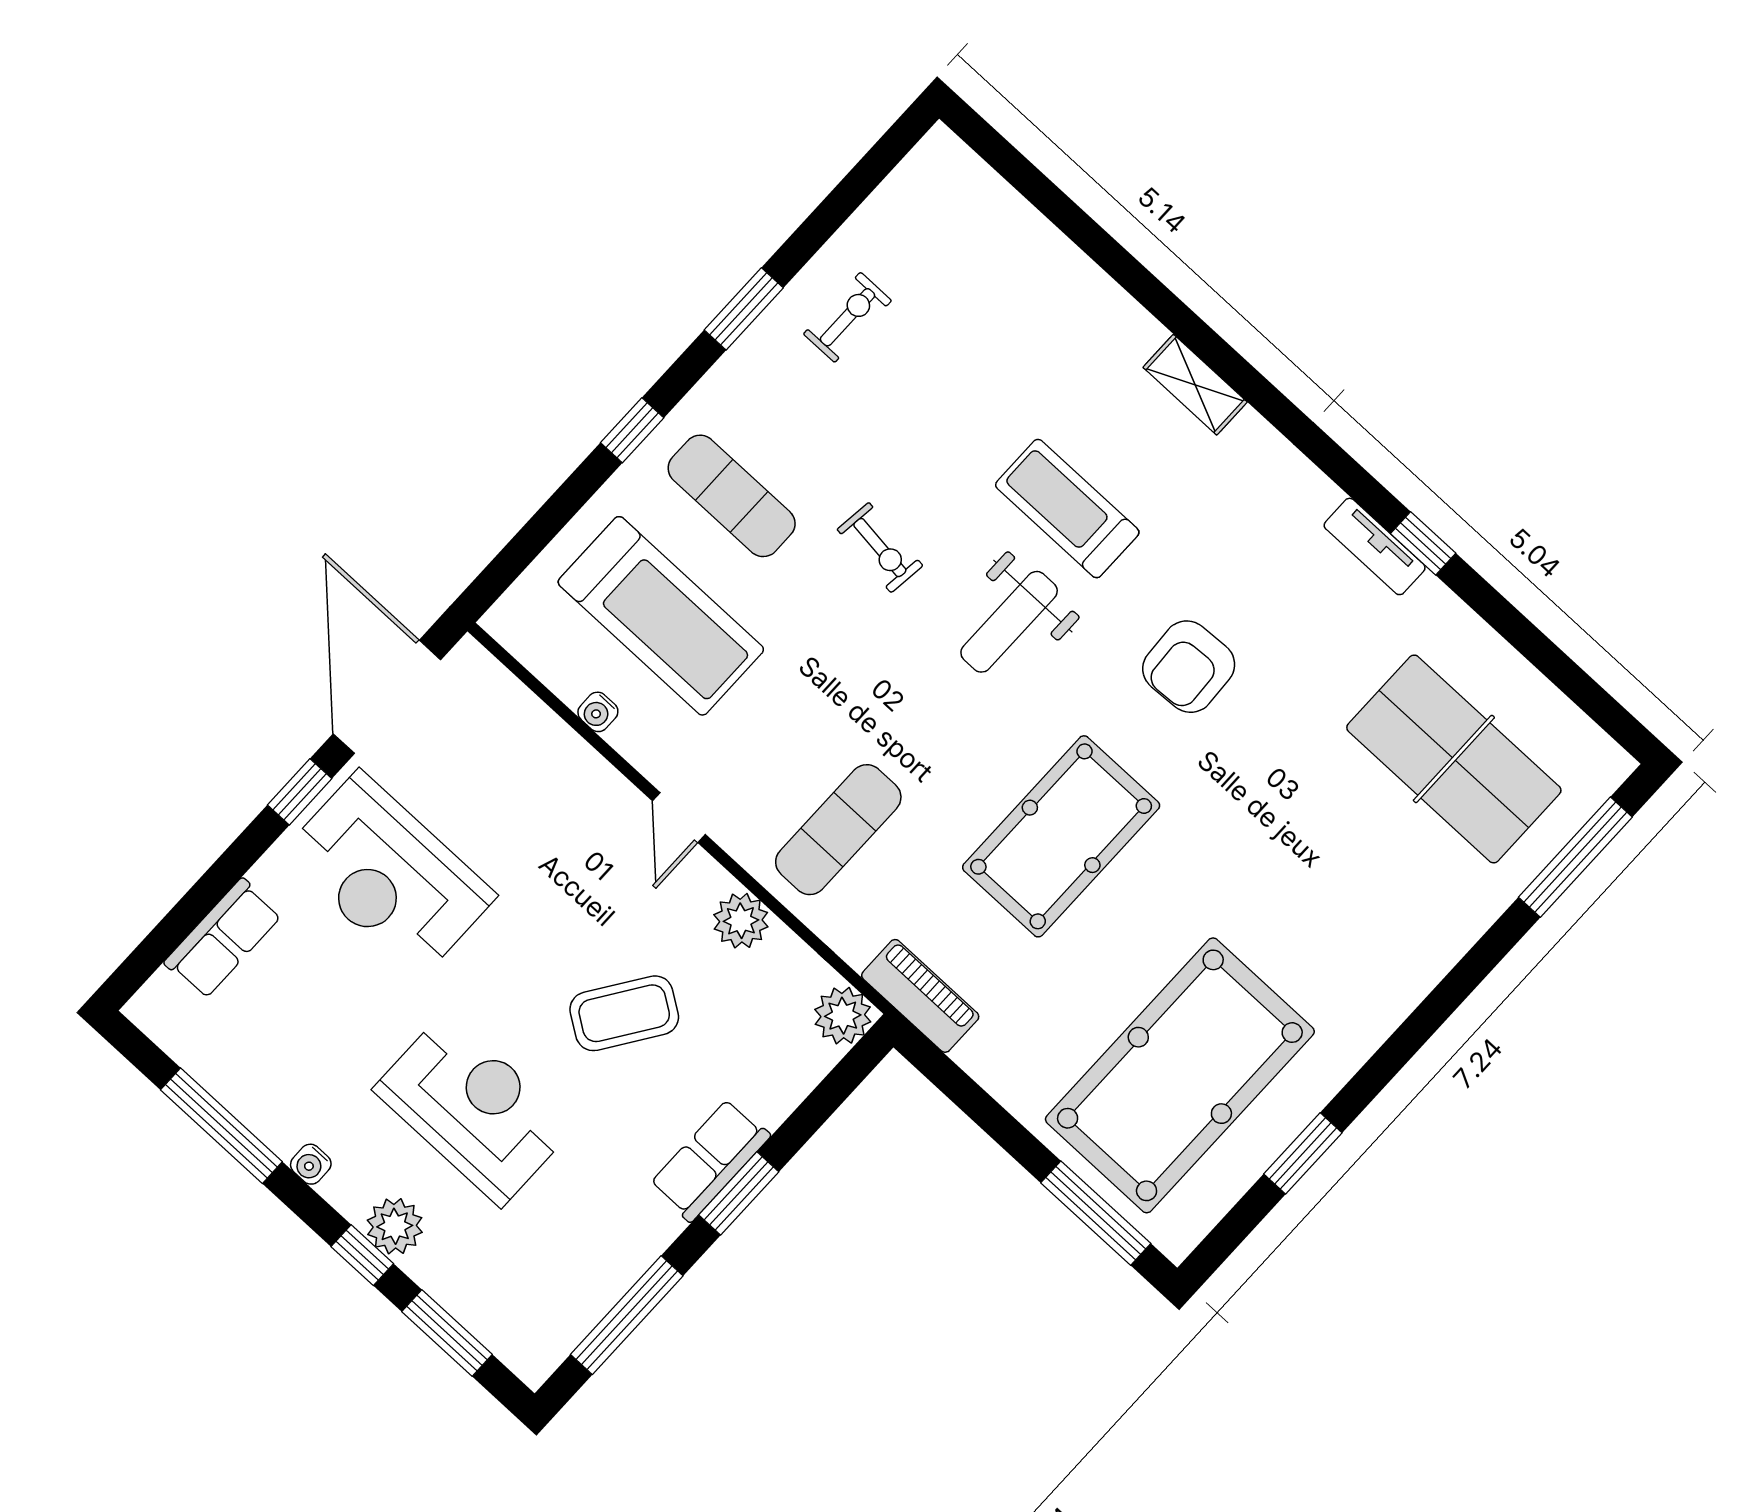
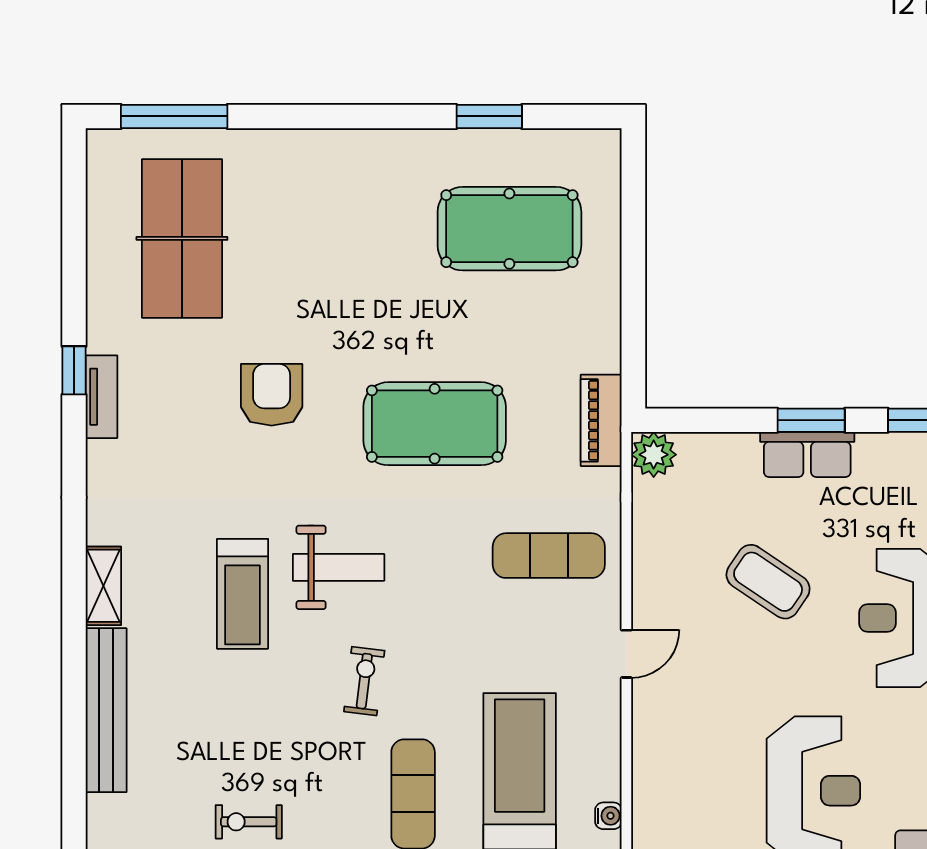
bench: (1076, 280) -> (106, 710), added
armchair: (1189, 667) -> (272, 395), moved, turned -87
water cooler: (598, 712) -> (608, 816), moved
plant: (741, 921) -> (653, 563), removed
pool table: (1180, 1075) -> (509, 229), width x0.73, depth x0.76
window: (1096, 1213) -> (633, 204), removed

